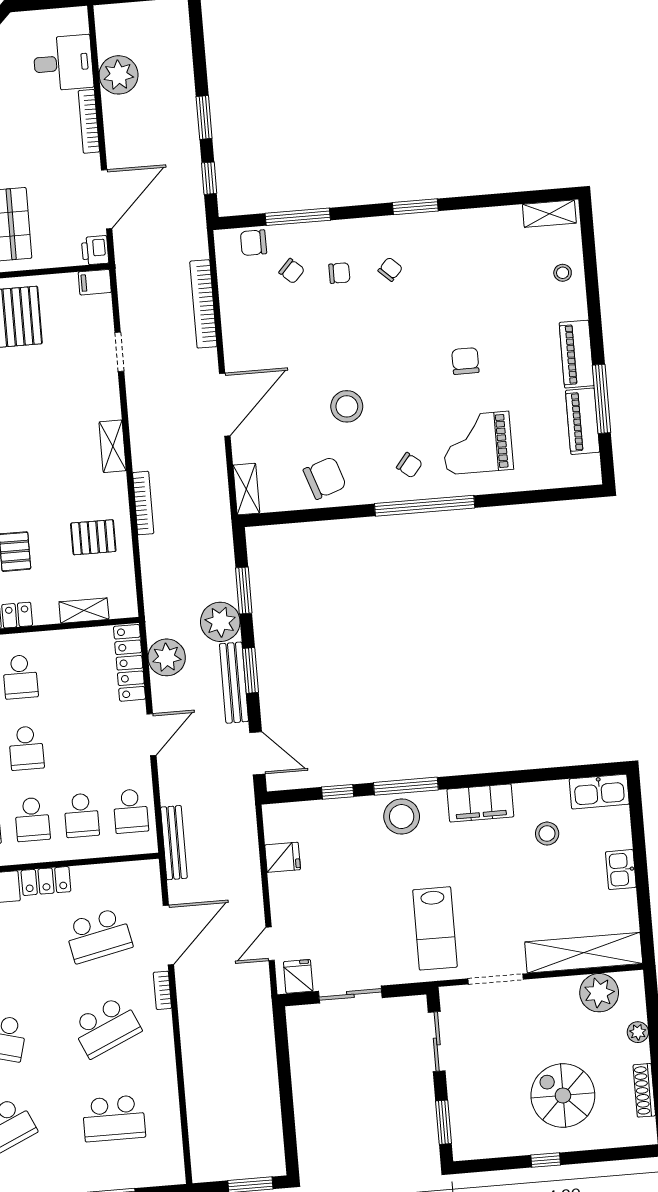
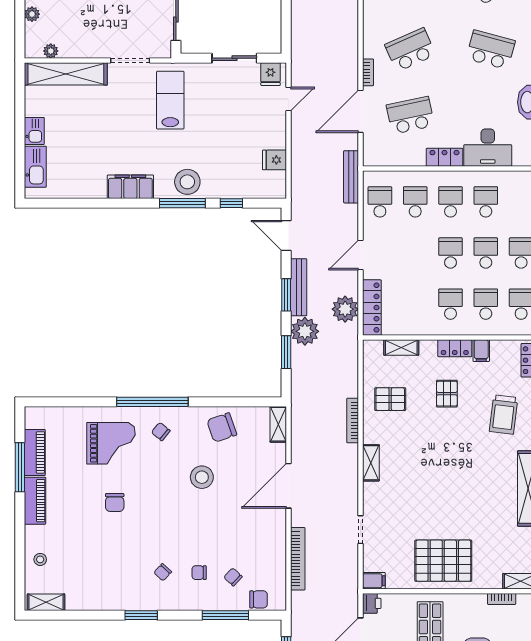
kitchen sink: (599, 792) -> (35, 167), moved, turned 90
stool: (547, 834) -> (85, 161), removed
plant: (599, 993) -> (51, 51), width x0.53, depth x0.53

